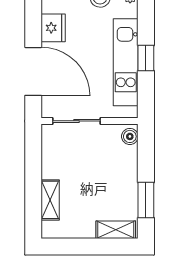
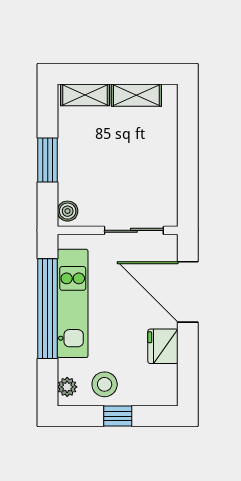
window: (146, 58) -> (48, 309), width x3.17
shelving: (50, 200) -> (136, 95), moved, turned 90
window: (146, 200) -> (48, 160), moved

